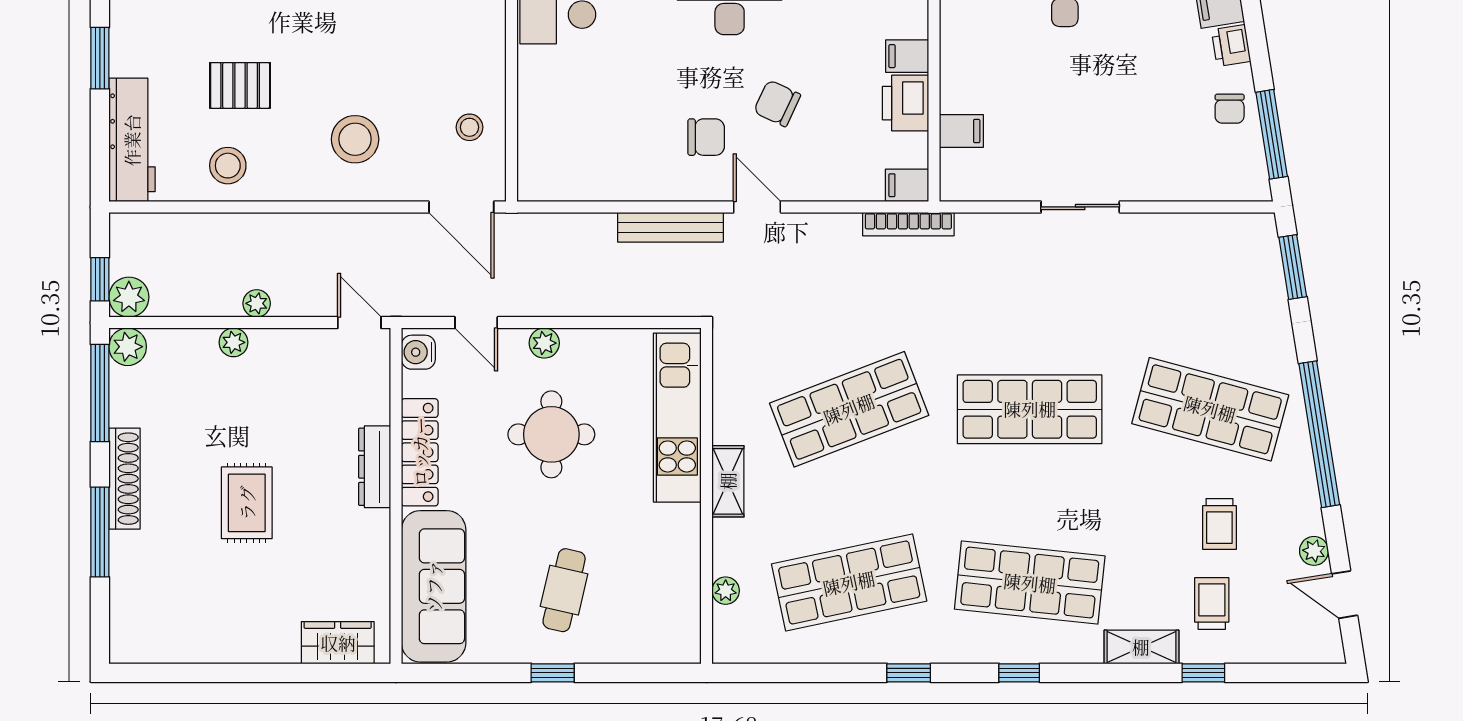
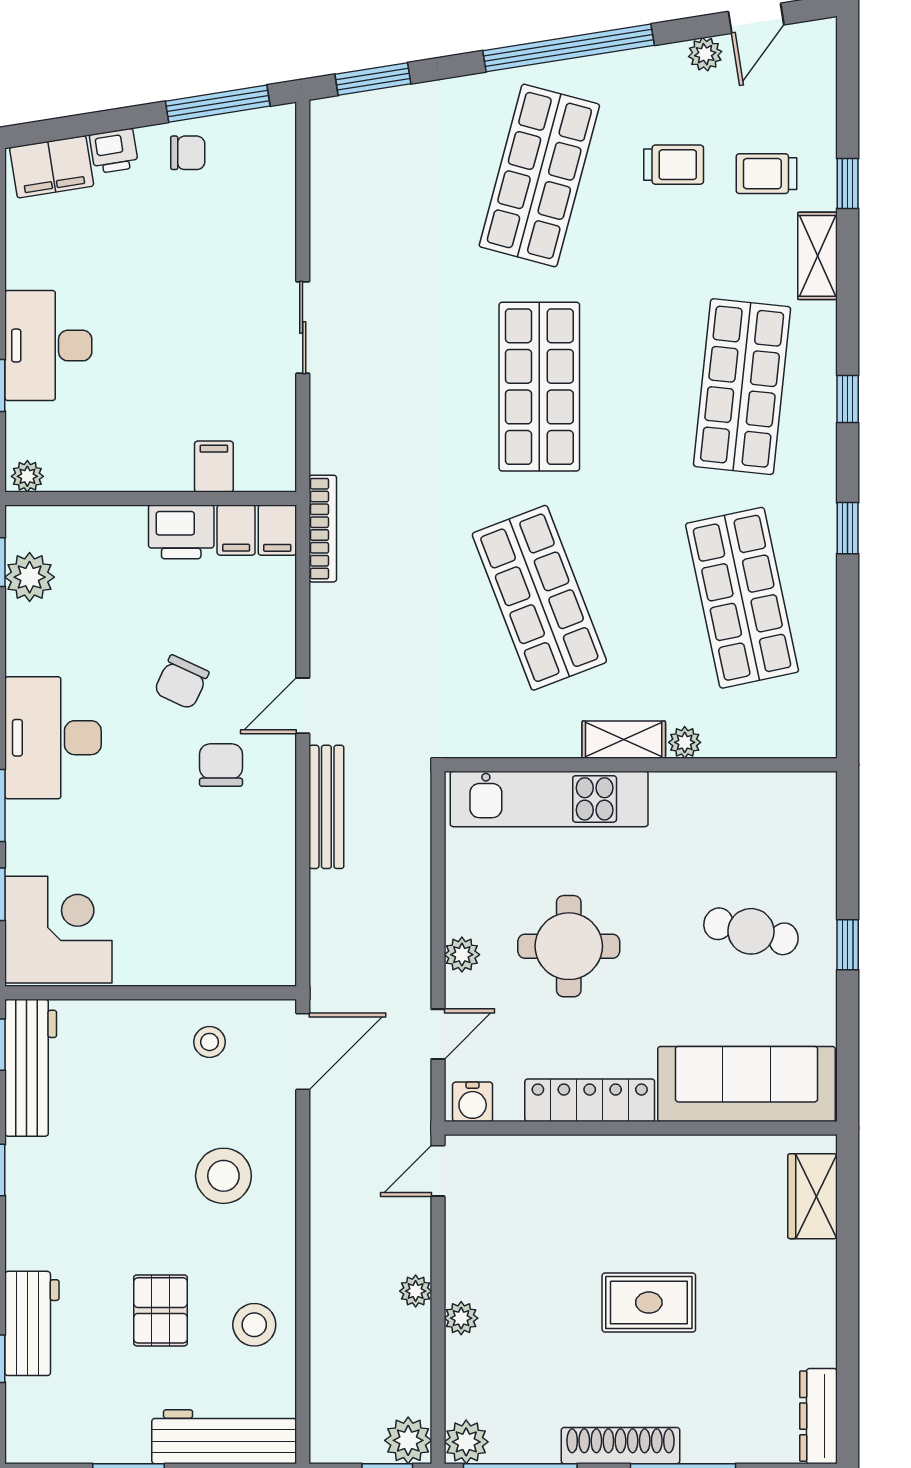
filing cabinet: (907, 56) -> (236, 530), moved
dresser: (375, 467) -> (818, 1416), moved, turned 90
plant: (726, 591) -> (685, 742), moved

